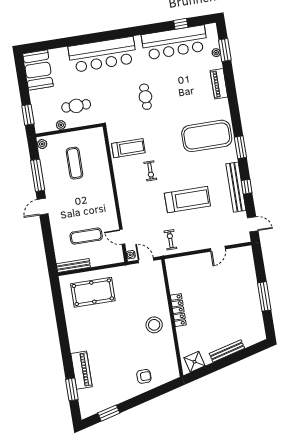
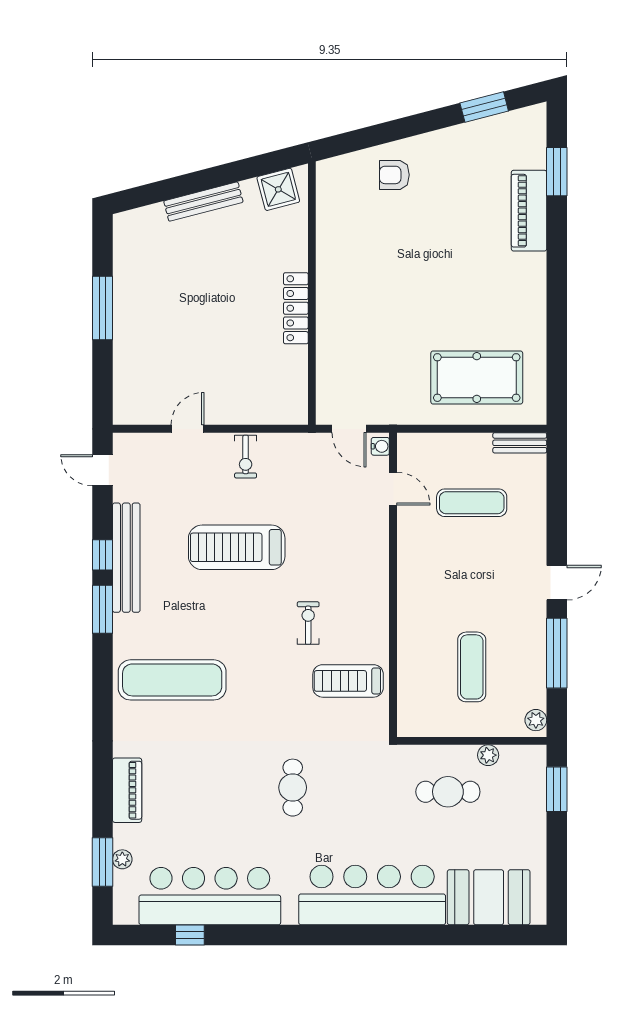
booth: (38, 70) -> (489, 897), moved, turned 90
exercise mat: (207, 136) -> (172, 680), width x0.68
window: (240, 147) -> (102, 609), moved
exercise bike: (170, 240) -> (246, 457), moved
bench: (73, 265) -> (520, 443), width x0.73
stool: (154, 325) -> (354, 284), removed

